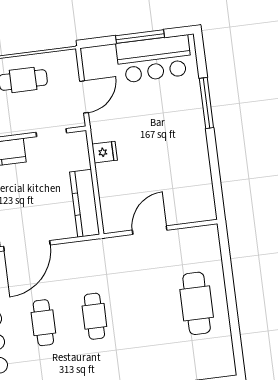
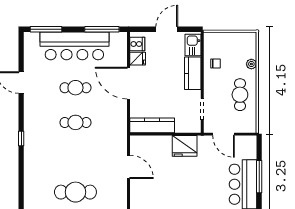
fridge: (105, 152) -> (185, 146), width x1.88, depth x1.34

